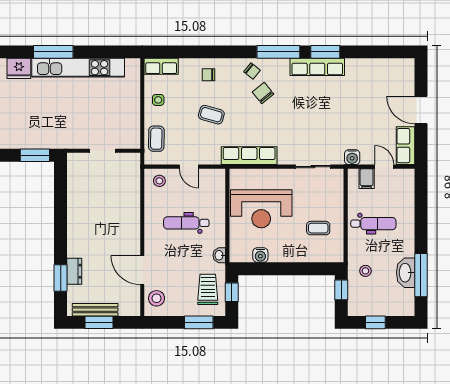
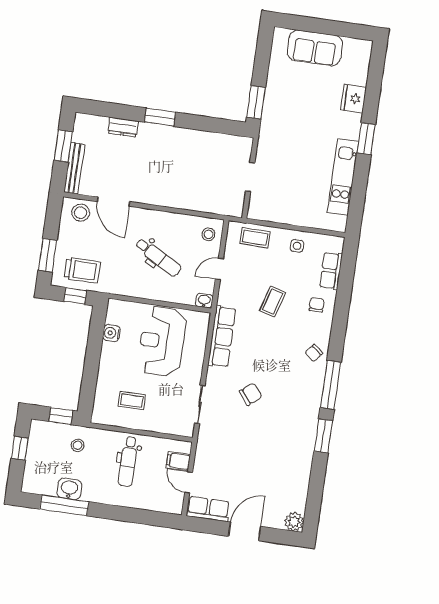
window: (53, 52) -> (366, 139), width x0.69
row of seats: (161, 66) -> (331, 271), moved
row of seats: (317, 67) -> (308, 425), removed
plant: (406, 67) -> (294, 522), added
kitchen unit: (78, 68) -> (343, 177), width x0.73
chair: (263, 93) -> (251, 394), moved
water cooler: (352, 157) -> (204, 449), removed
door: (384, 167) -> (189, 482), swing flipped
dental chair: (186, 223) -> (158, 257), turned 119
coffee table: (318, 228) -> (132, 400), turned 90
washbasin: (219, 255) -> (204, 301), moved
door: (142, 270) -> (114, 202), swing flipped
washbasin: (406, 273) -> (69, 489), width x0.72
window: (61, 278) -> (160, 117), moved
bench: (95, 310) -> (74, 168), moved

